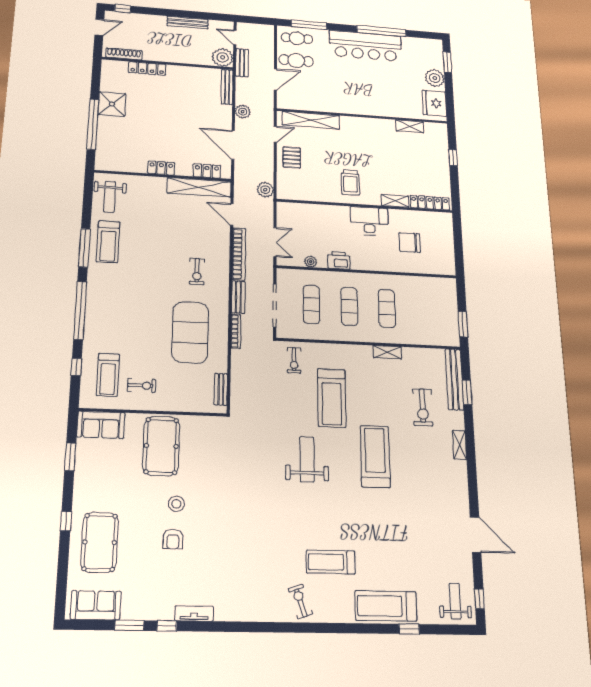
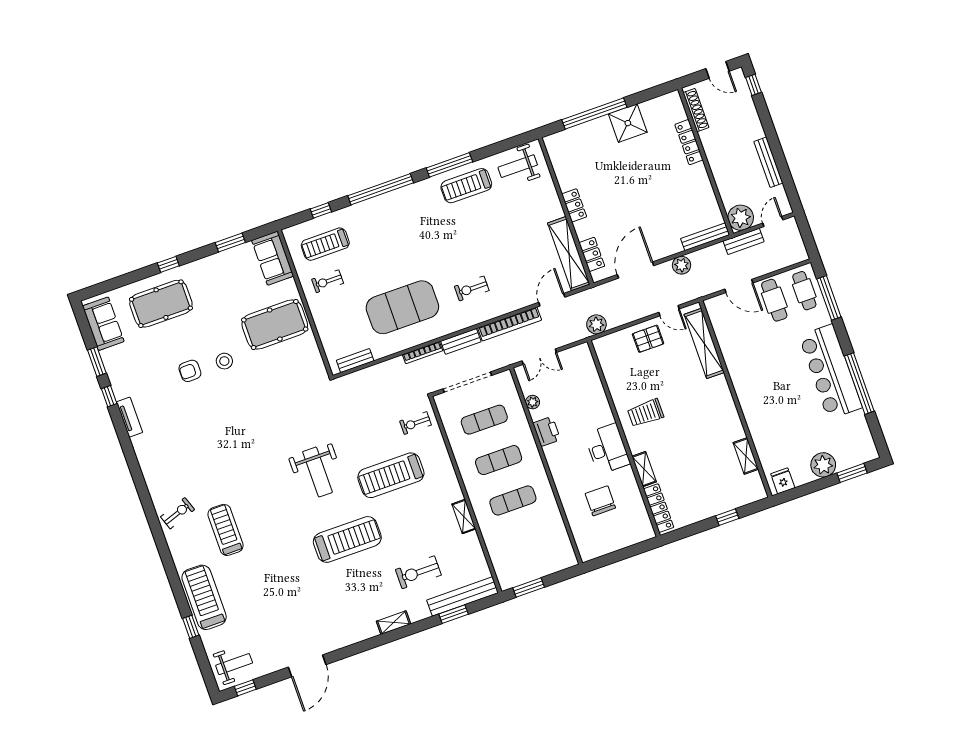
fridge: (434, 103) -> (783, 481), width x0.53, depth x0.75
exercise bike: (142, 386) -> (328, 281), turned 90
weight bench: (307, 459) -> (318, 472), turned 90

